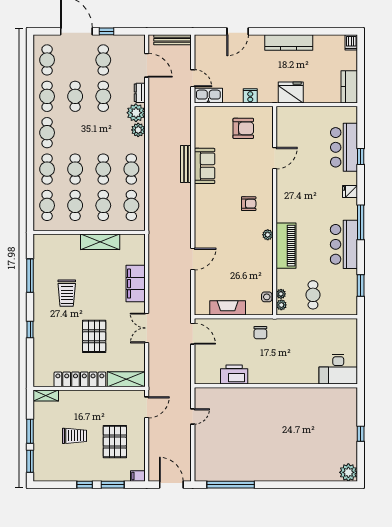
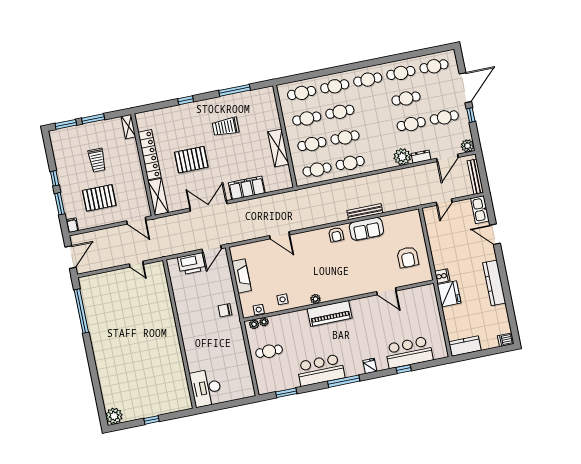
kitchen sink: (208, 96) -> (480, 210), moved, turned 180
cooker: (250, 96) -> (442, 276), moved
plant: (138, 130) -> (467, 146), moved
armchair: (249, 204) -> (336, 235), moved
piano: (286, 246) -> (330, 313), moved
side table: (261, 270) -> (283, 299), added
double door: (147, 328) -> (208, 206), width x1.37
printer: (234, 375) -> (191, 264), moved, turned 90

